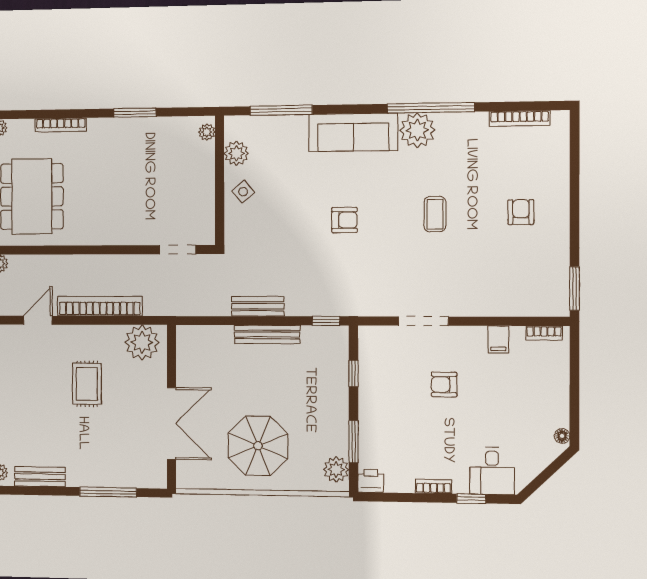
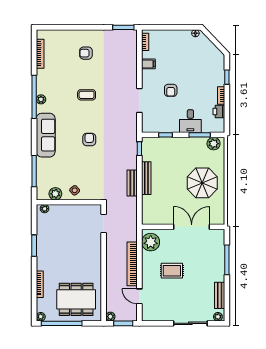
plant: (417, 130) -> (41, 99), width x0.53, depth x0.53
desk: (492, 471) -> (190, 121), moved, turned 90
printer: (371, 481) -> (219, 111), moved

